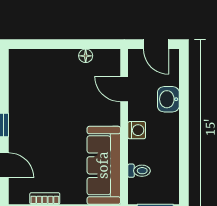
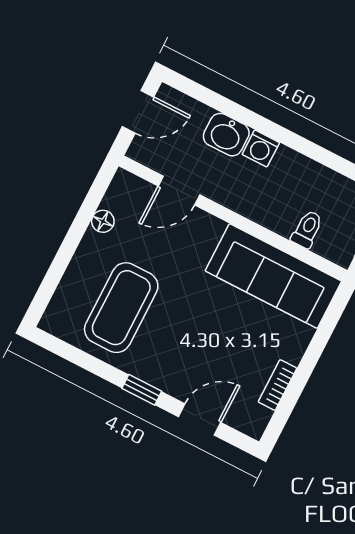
coffee table: (43, 90) -> (121, 308), added
washing machine: (137, 130) -> (261, 148), moved, turned 180

